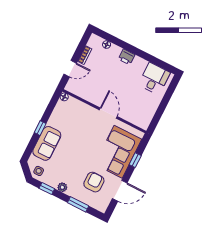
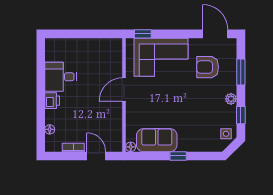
desk: (154, 79) -> (61, 77), moved
sofa: (47, 143) -> (157, 140), moved
window: (135, 160) -> (143, 34), moved
door: (120, 191) -> (215, 34), moved

